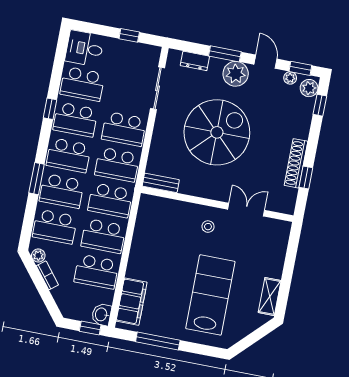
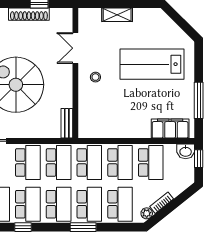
shelving: (270, 297) -> (117, 15), moved

